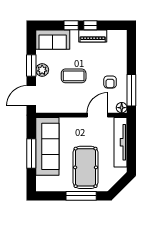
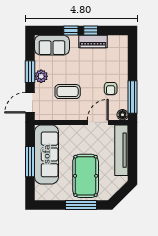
coffee table: (74, 76) -> (68, 92), moved

